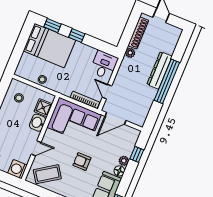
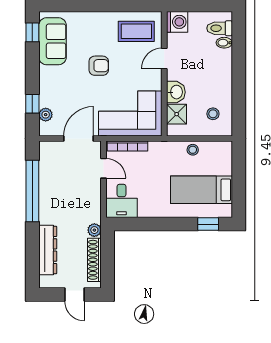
window: (77, 36) -> (172, 224), removed
bed: (49, 46) -> (201, 190), width x0.67
dresser: (159, 70) -> (48, 250), moved
window: (167, 81) -> (32, 191), moved
plant: (124, 161) -> (46, 115), moved
floor lamp: (119, 171) -> (46, 73), removed
coffee table: (47, 174) -> (136, 31), turned 34

